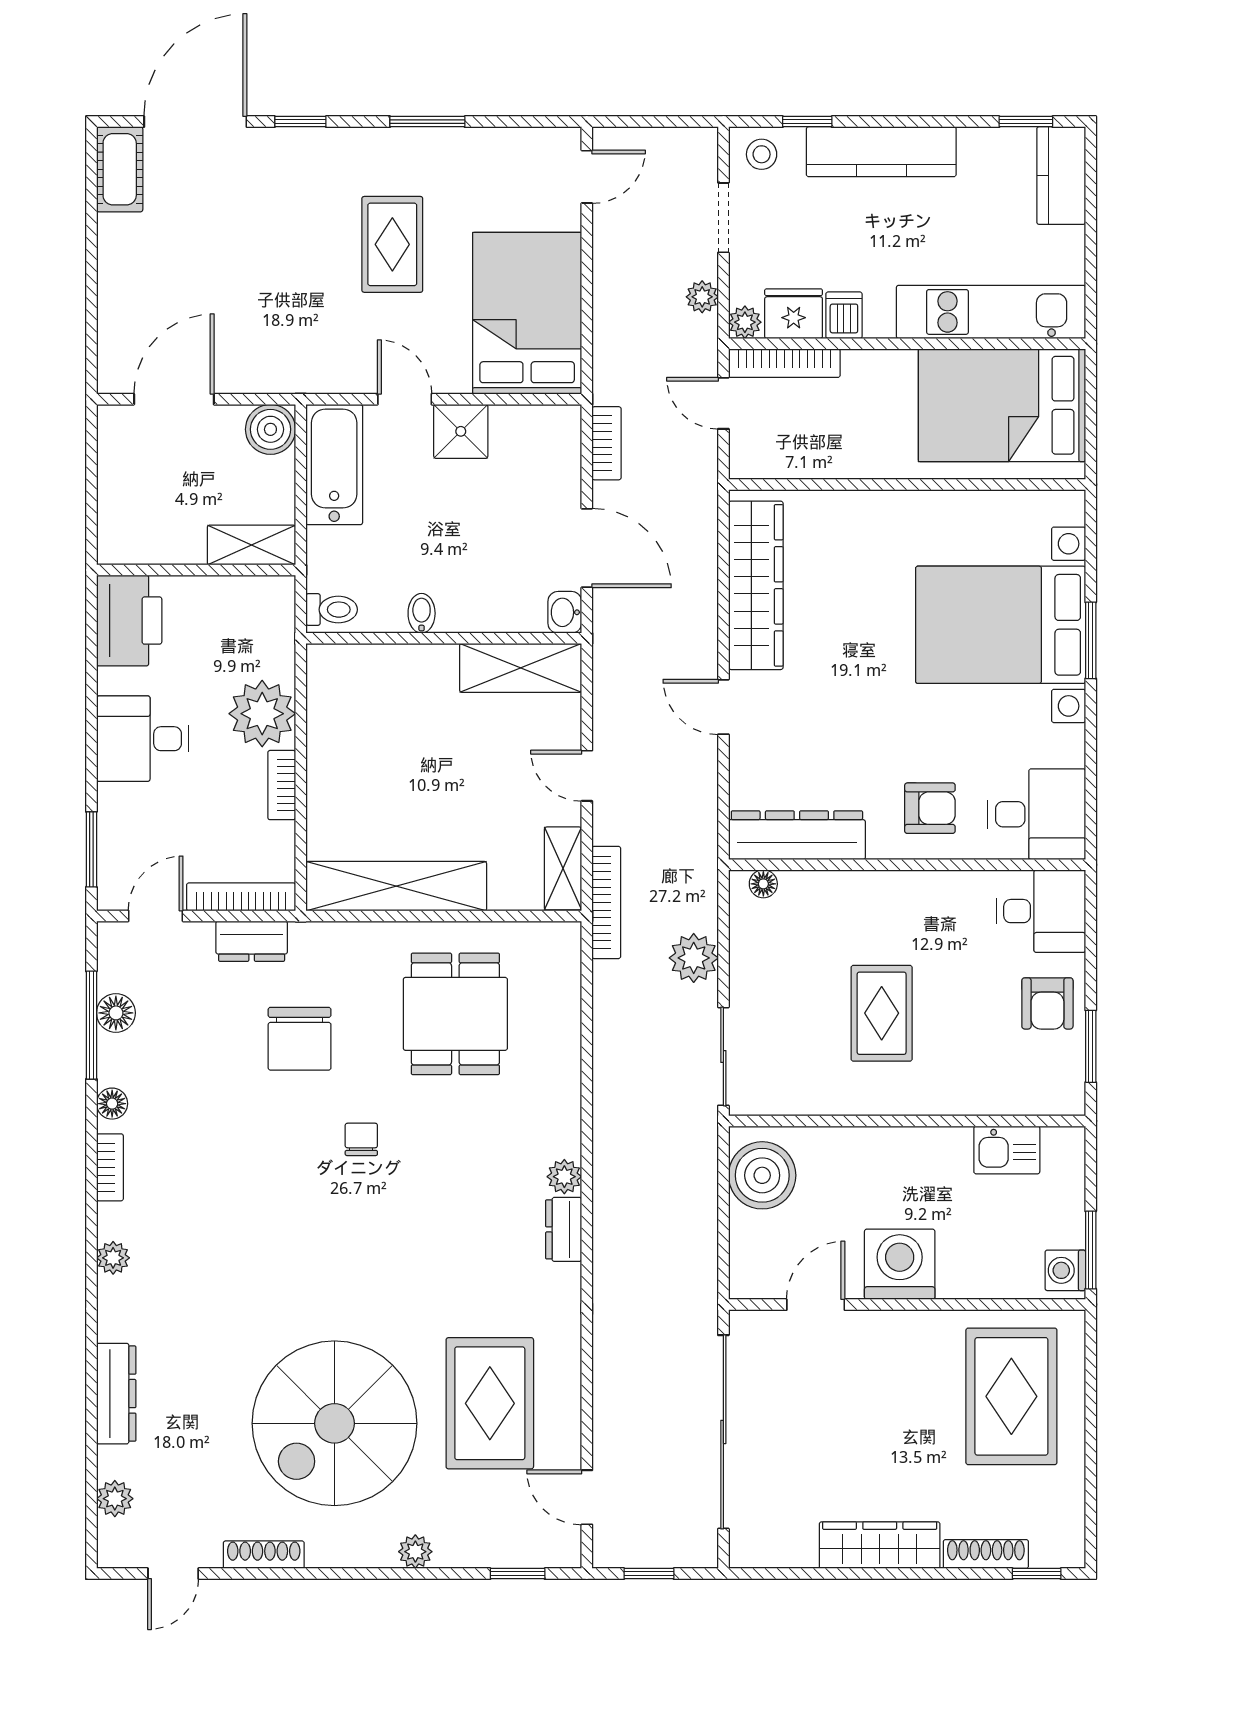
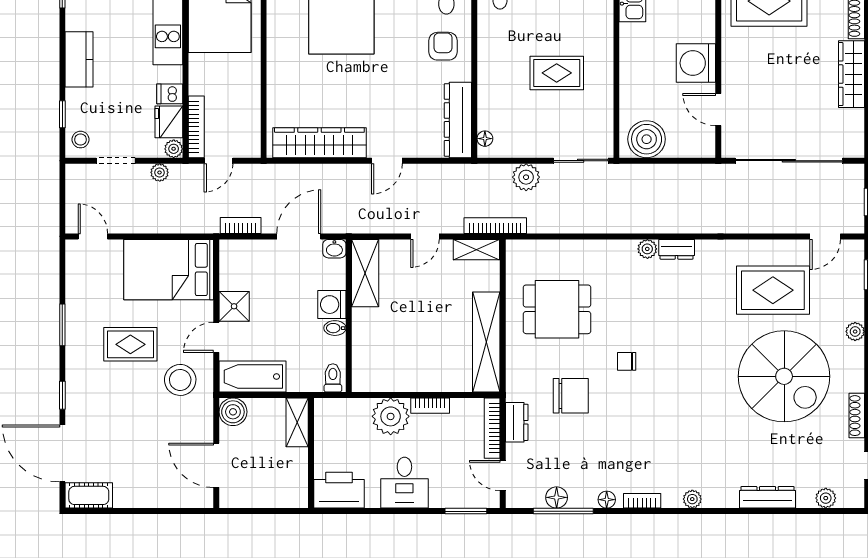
kitchen counter: (881, 152) -> (79, 59), width x0.67
stool: (328, 334) -> (180, 380), added
washing machine: (464, 608) -> (332, 305), added

